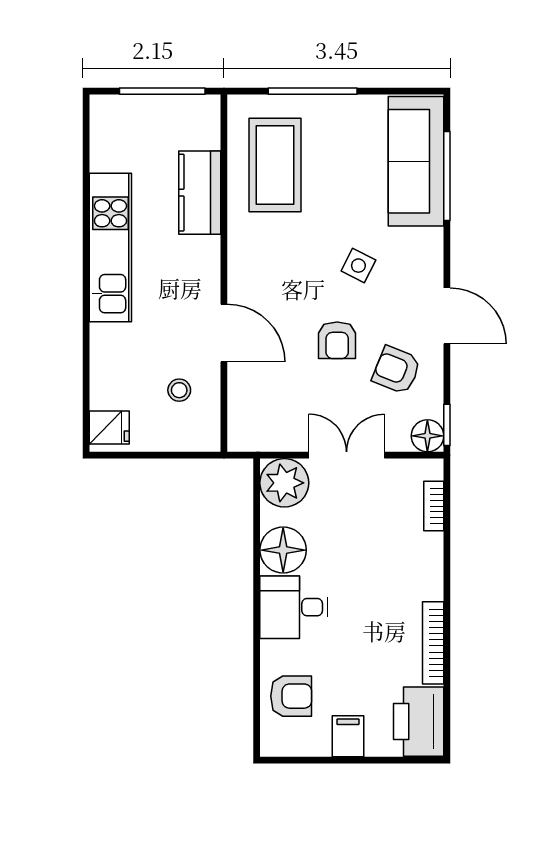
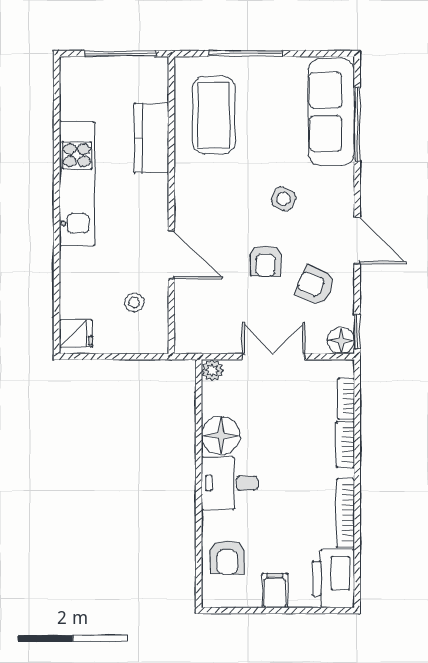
plant: (284, 483) -> (212, 370), width x0.53, depth x0.53
bookcase: (433, 561) -> (345, 444), added
armchair: (291, 696) -> (227, 557), turned 90

